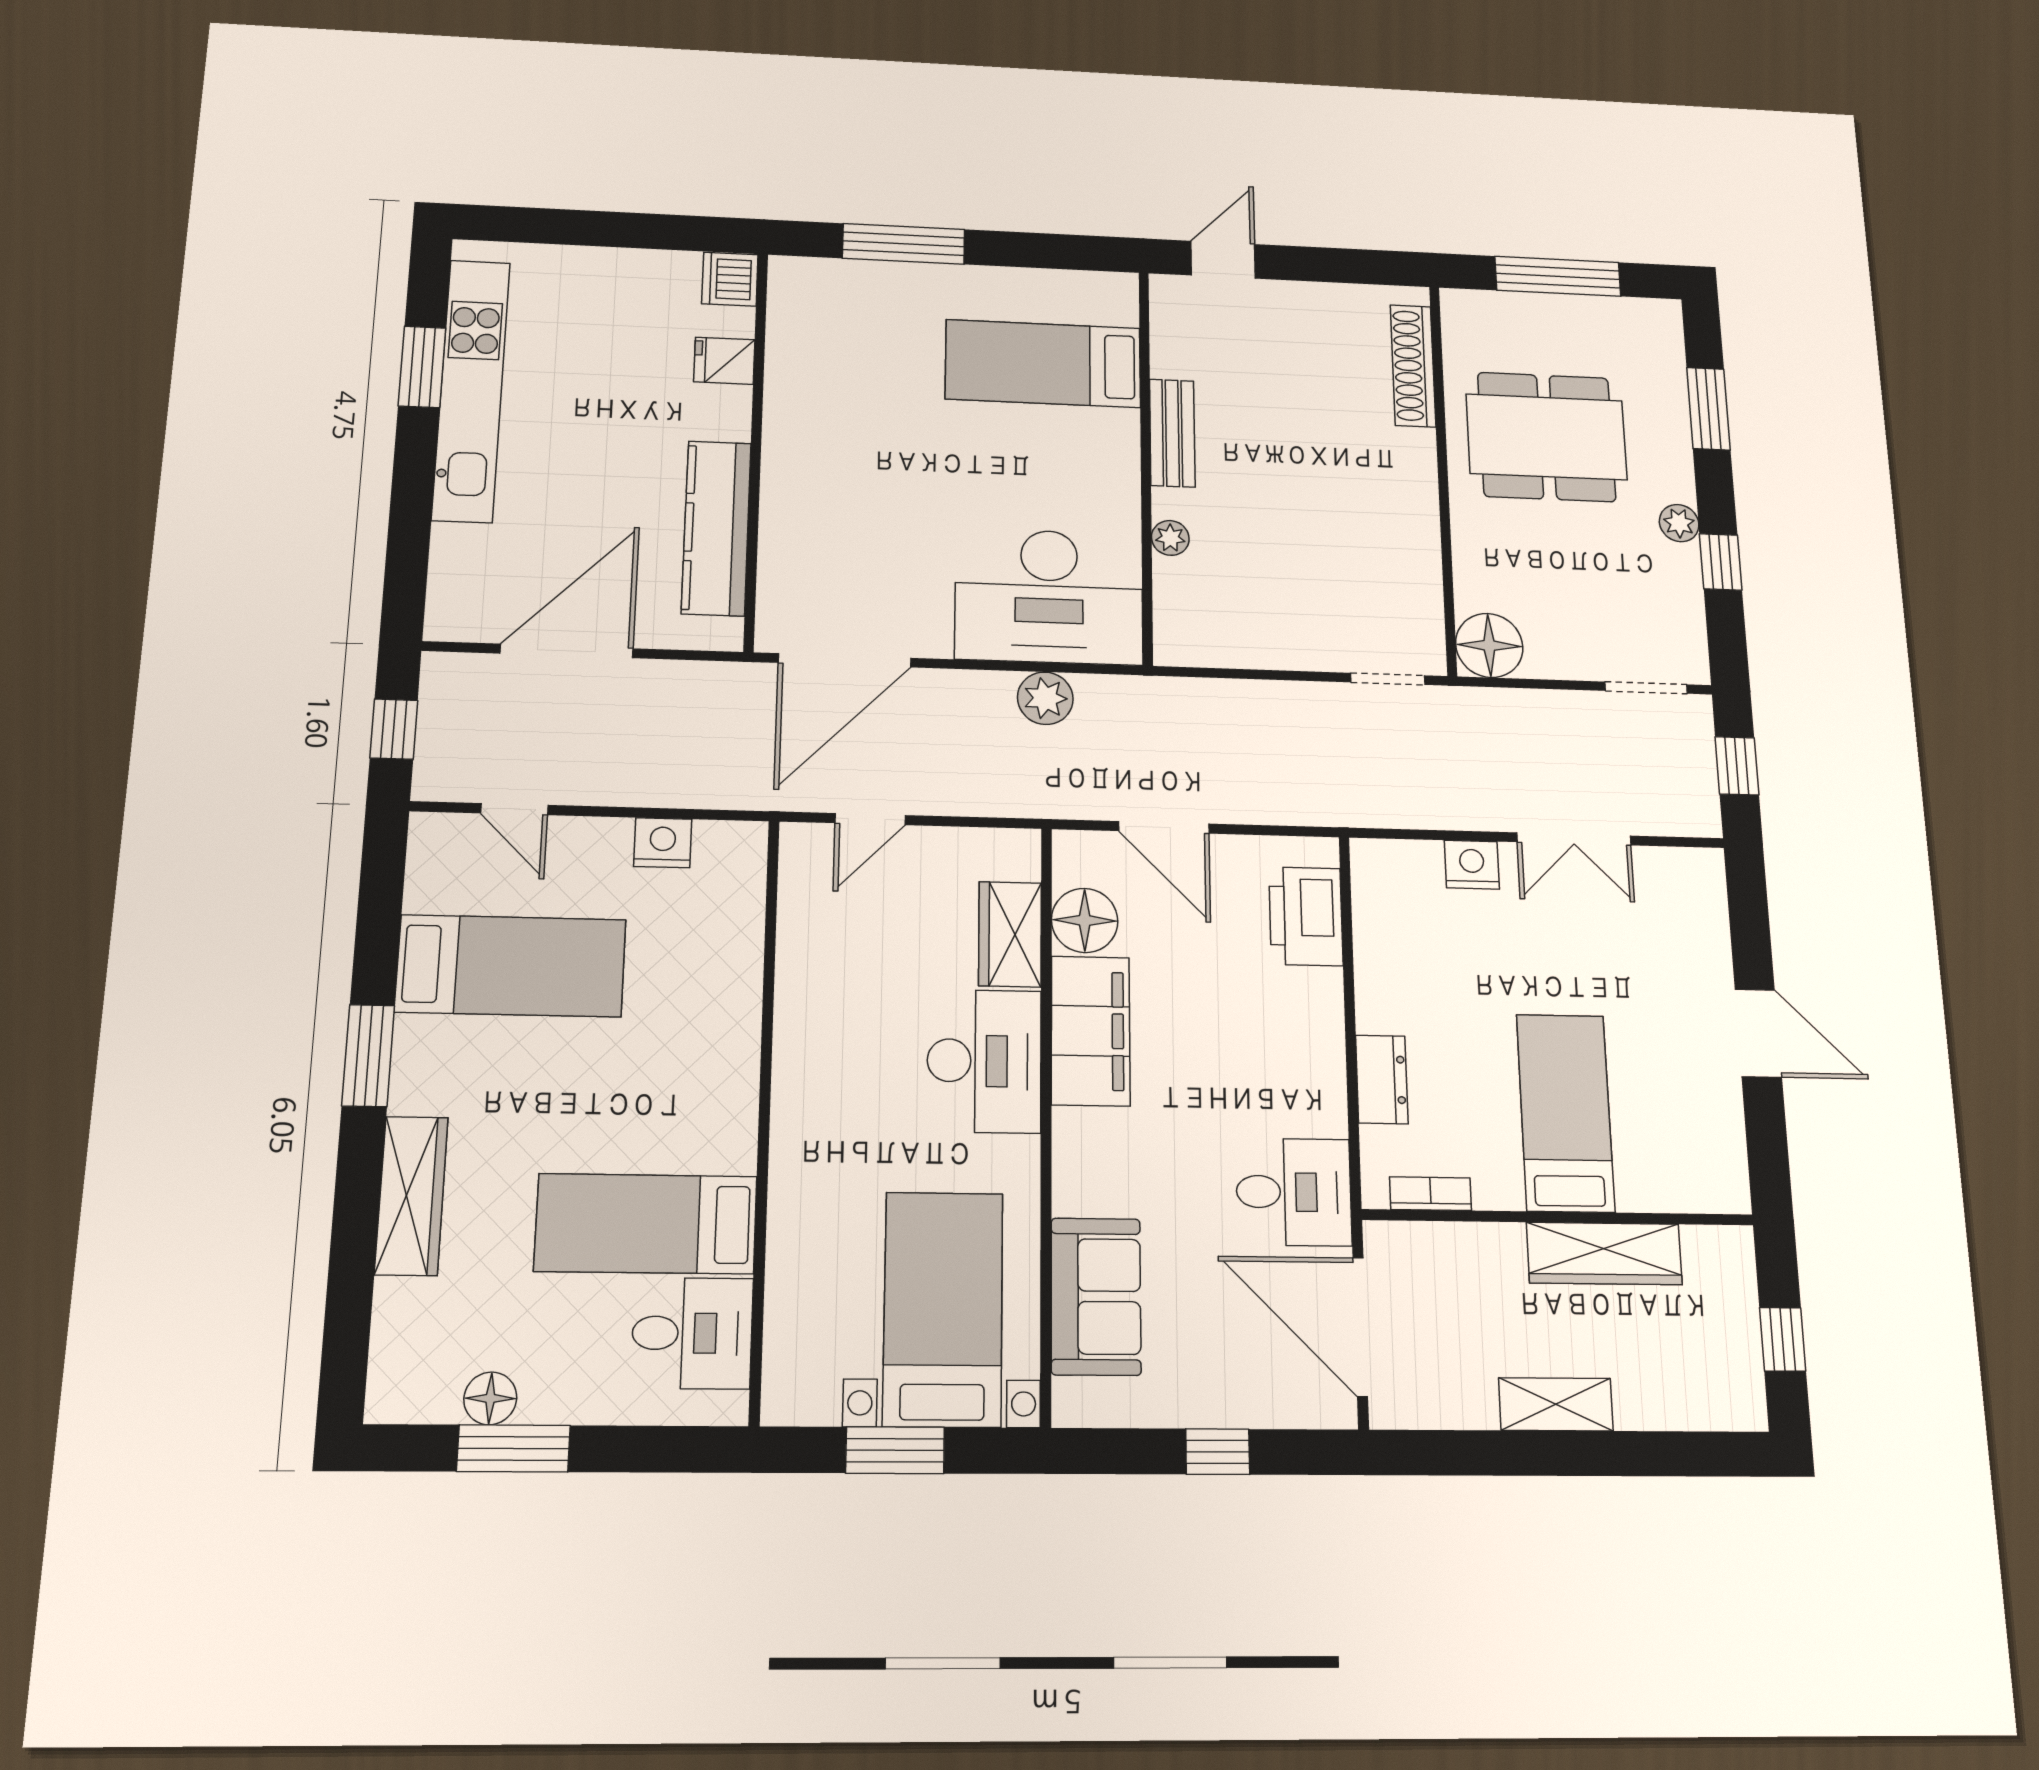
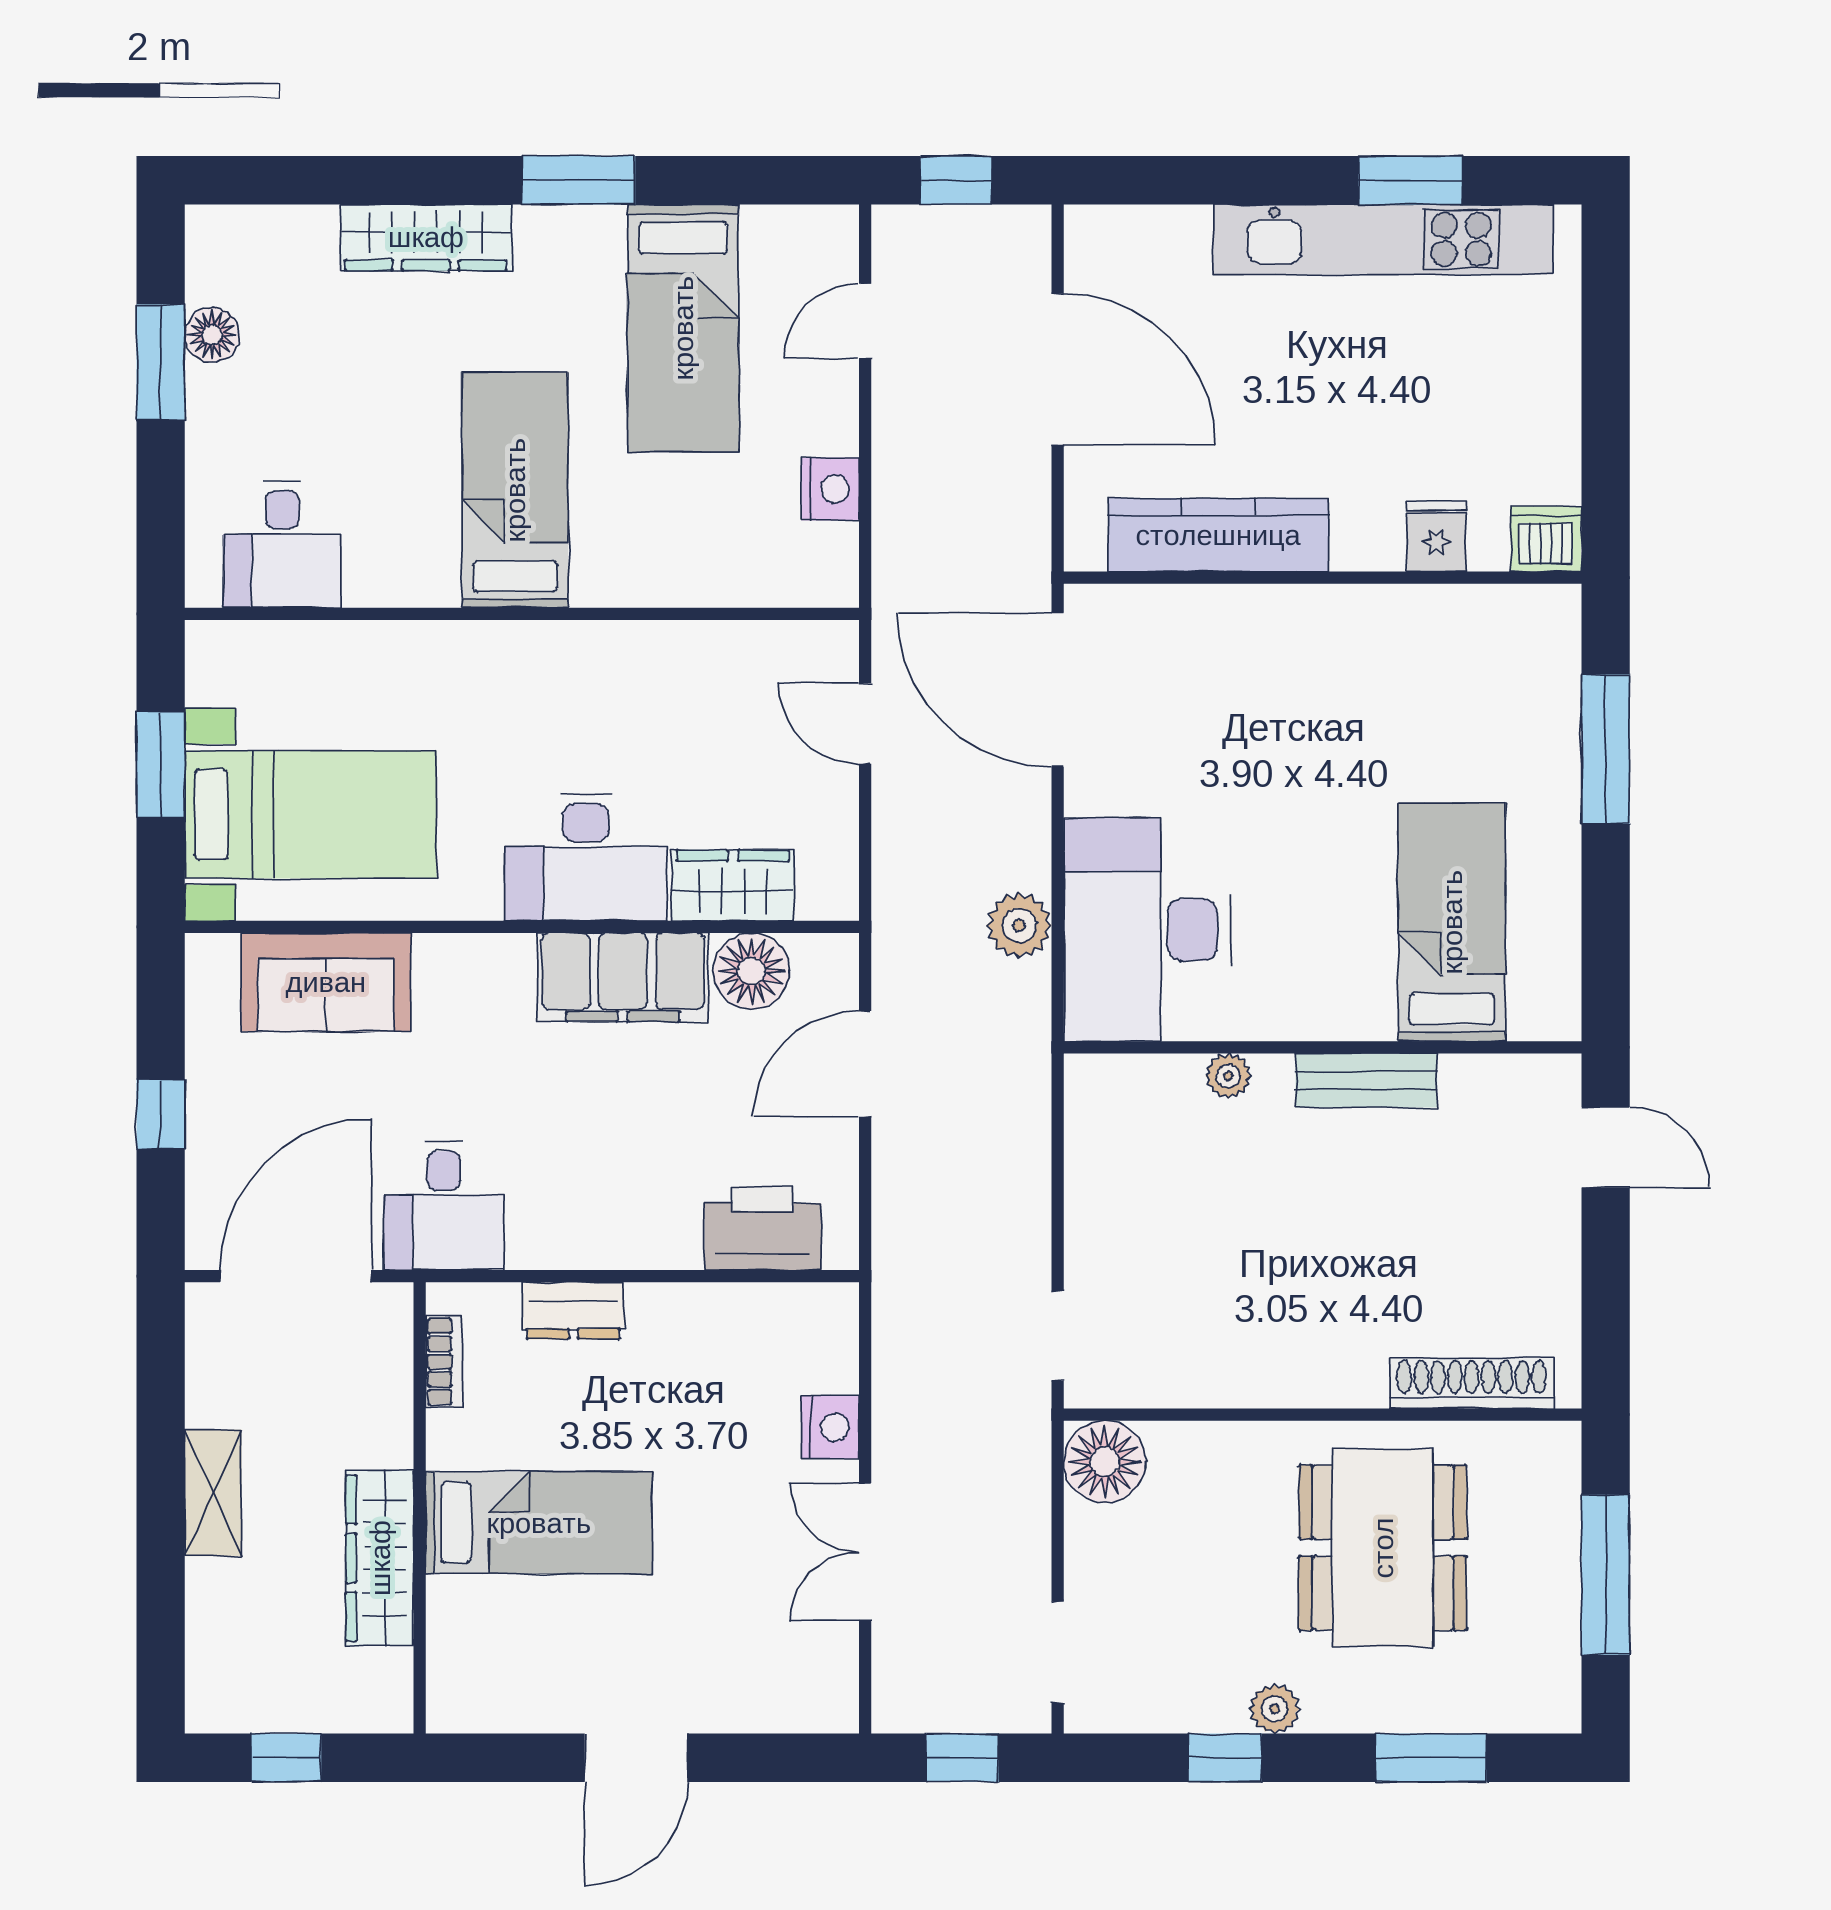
bed: (646, 1224) -> (515, 490), moved

